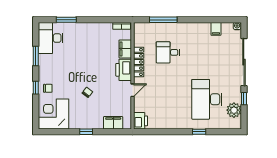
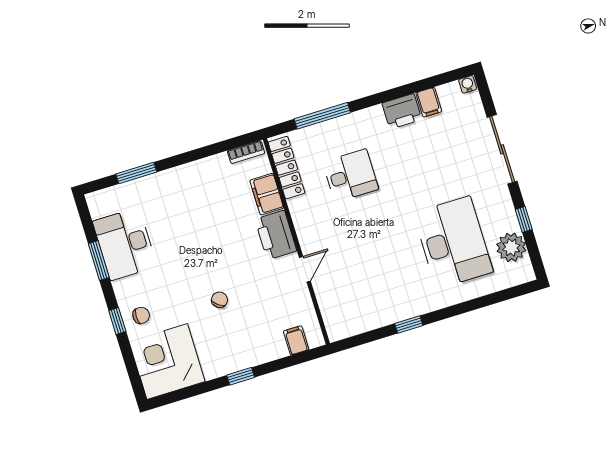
desk: (51, 38) -> (125, 244), moved
desk: (168, 52) -> (350, 176), turned 180
locker: (139, 62) -> (286, 168), moved
sliding door: (244, 62) -> (502, 149), width x0.73
desk: (207, 99) -> (453, 242), turned 180
printer: (140, 121) -> (402, 111), moved, turned 90
filing cabinet: (113, 123) -> (296, 340), width x0.50
window: (199, 132) -> (409, 324), moved

